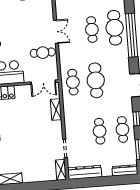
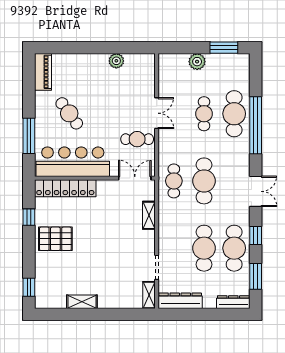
double door: (43, 82) -> (135, 178), swing flipped
cafe table: (122, 129) -> (234, 248), width x1.37, depth x1.35
cafe table: (100, 131) -> (204, 248), width x1.37, depth x1.35

